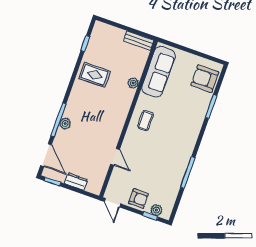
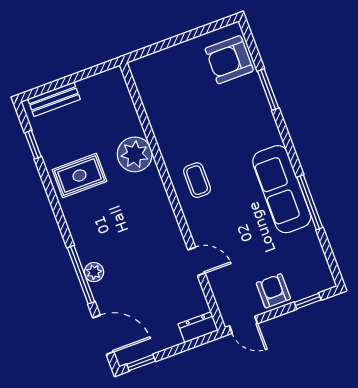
bench: (139, 41) -> (54, 99), moved
sofa: (159, 72) -> (282, 189), moved, turned 180
plant: (133, 83) -> (135, 154), width x1.88, depth x1.88
dresser: (76, 182) -> (198, 327), moved
armchair: (139, 199) -> (273, 291), turned -90
plant: (156, 210) -> (309, 286), removed

